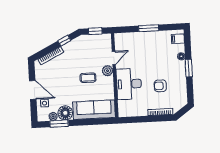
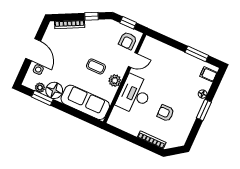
window: (149, 28) -> (197, 54), moved
armchair: (102, 45) -> (128, 41), added
plant: (108, 71) -> (115, 81), moved

